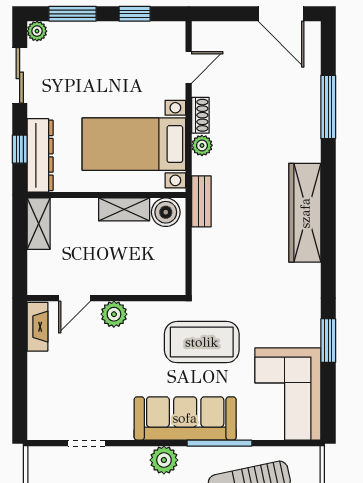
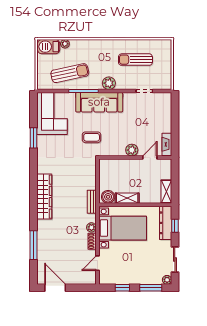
coffee table: (202, 342) -> (92, 137), width x0.54, depth x0.58

